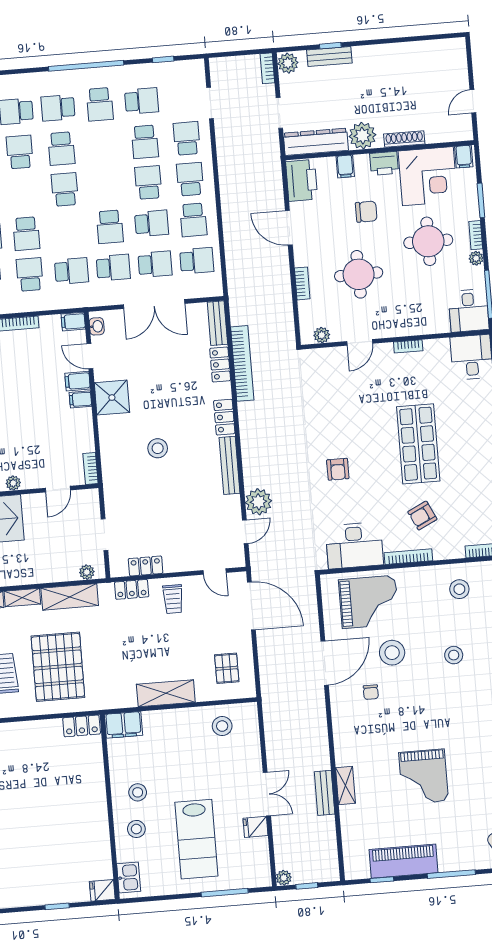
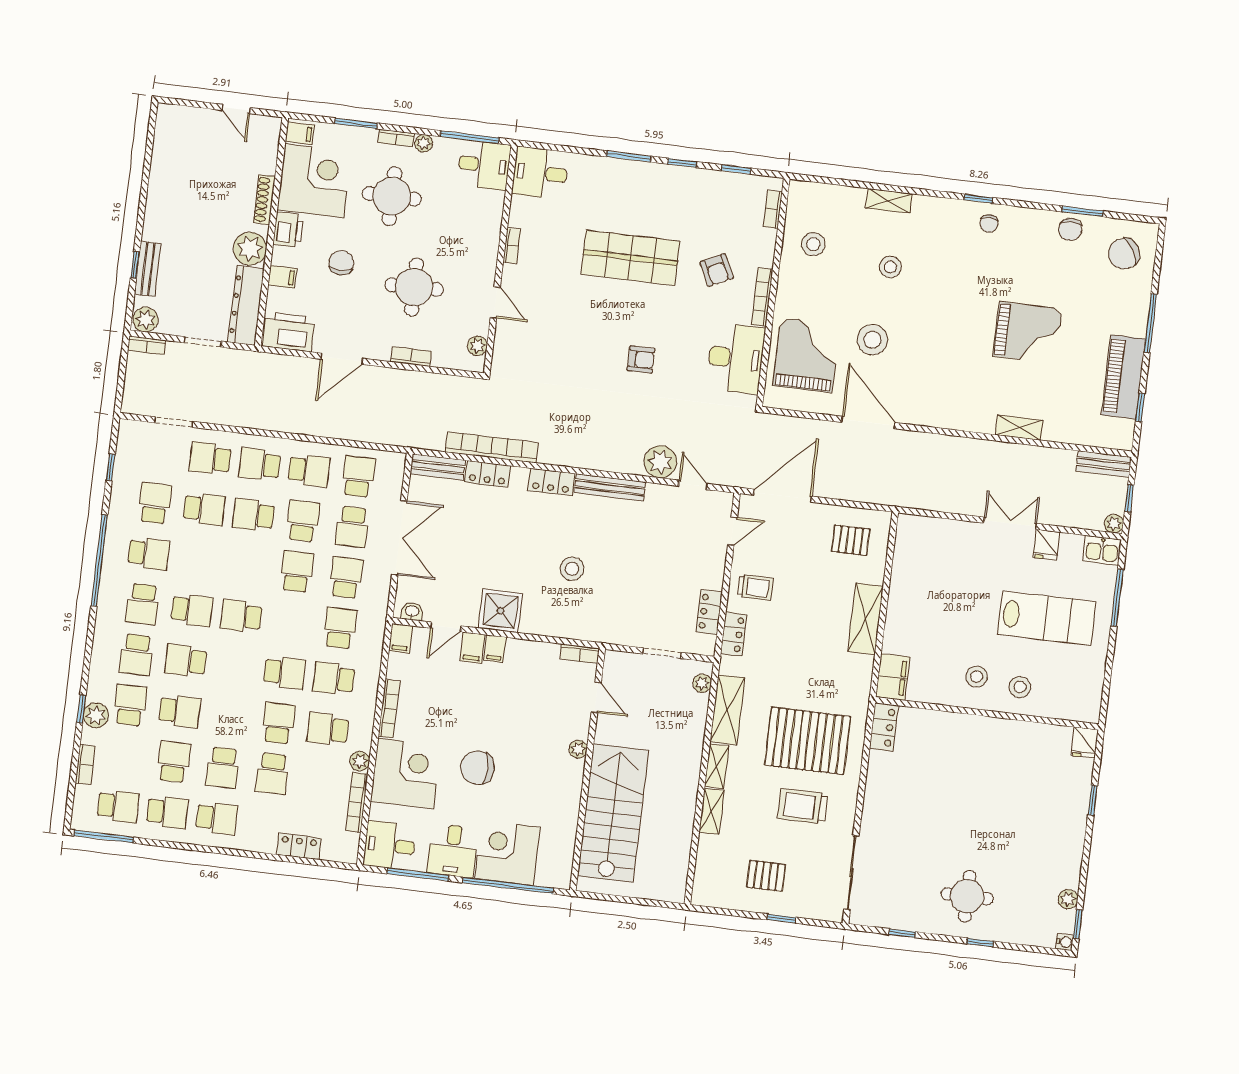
school desk: (110, 227) -> (297, 572), turned -90
school desk: (155, 264) -> (352, 527), turned 180
chair: (371, 692) -> (914, 375), removed
stool: (222, 726) -> (918, 560), removed
bench: (325, 793) -> (1104, 464), moved
kitchen sink: (129, 877) -> (1102, 550), moved, turned 180

